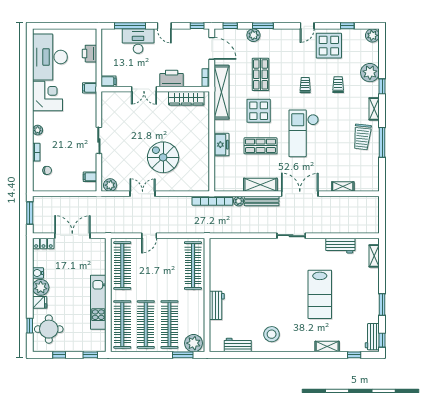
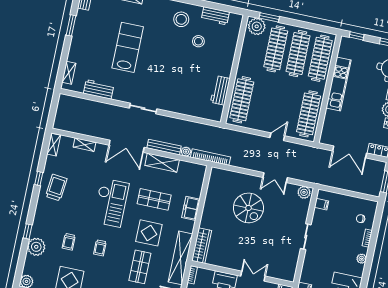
wardrobe: (186, 98) -> (202, 246), moved, turned 90
shelving: (374, 109) -> (54, 145), moved
window: (382, 142) -> (39, 179), width x0.46
workbench: (217, 305) -> (220, 90), moved
stool: (249, 316) -> (198, 41), added

